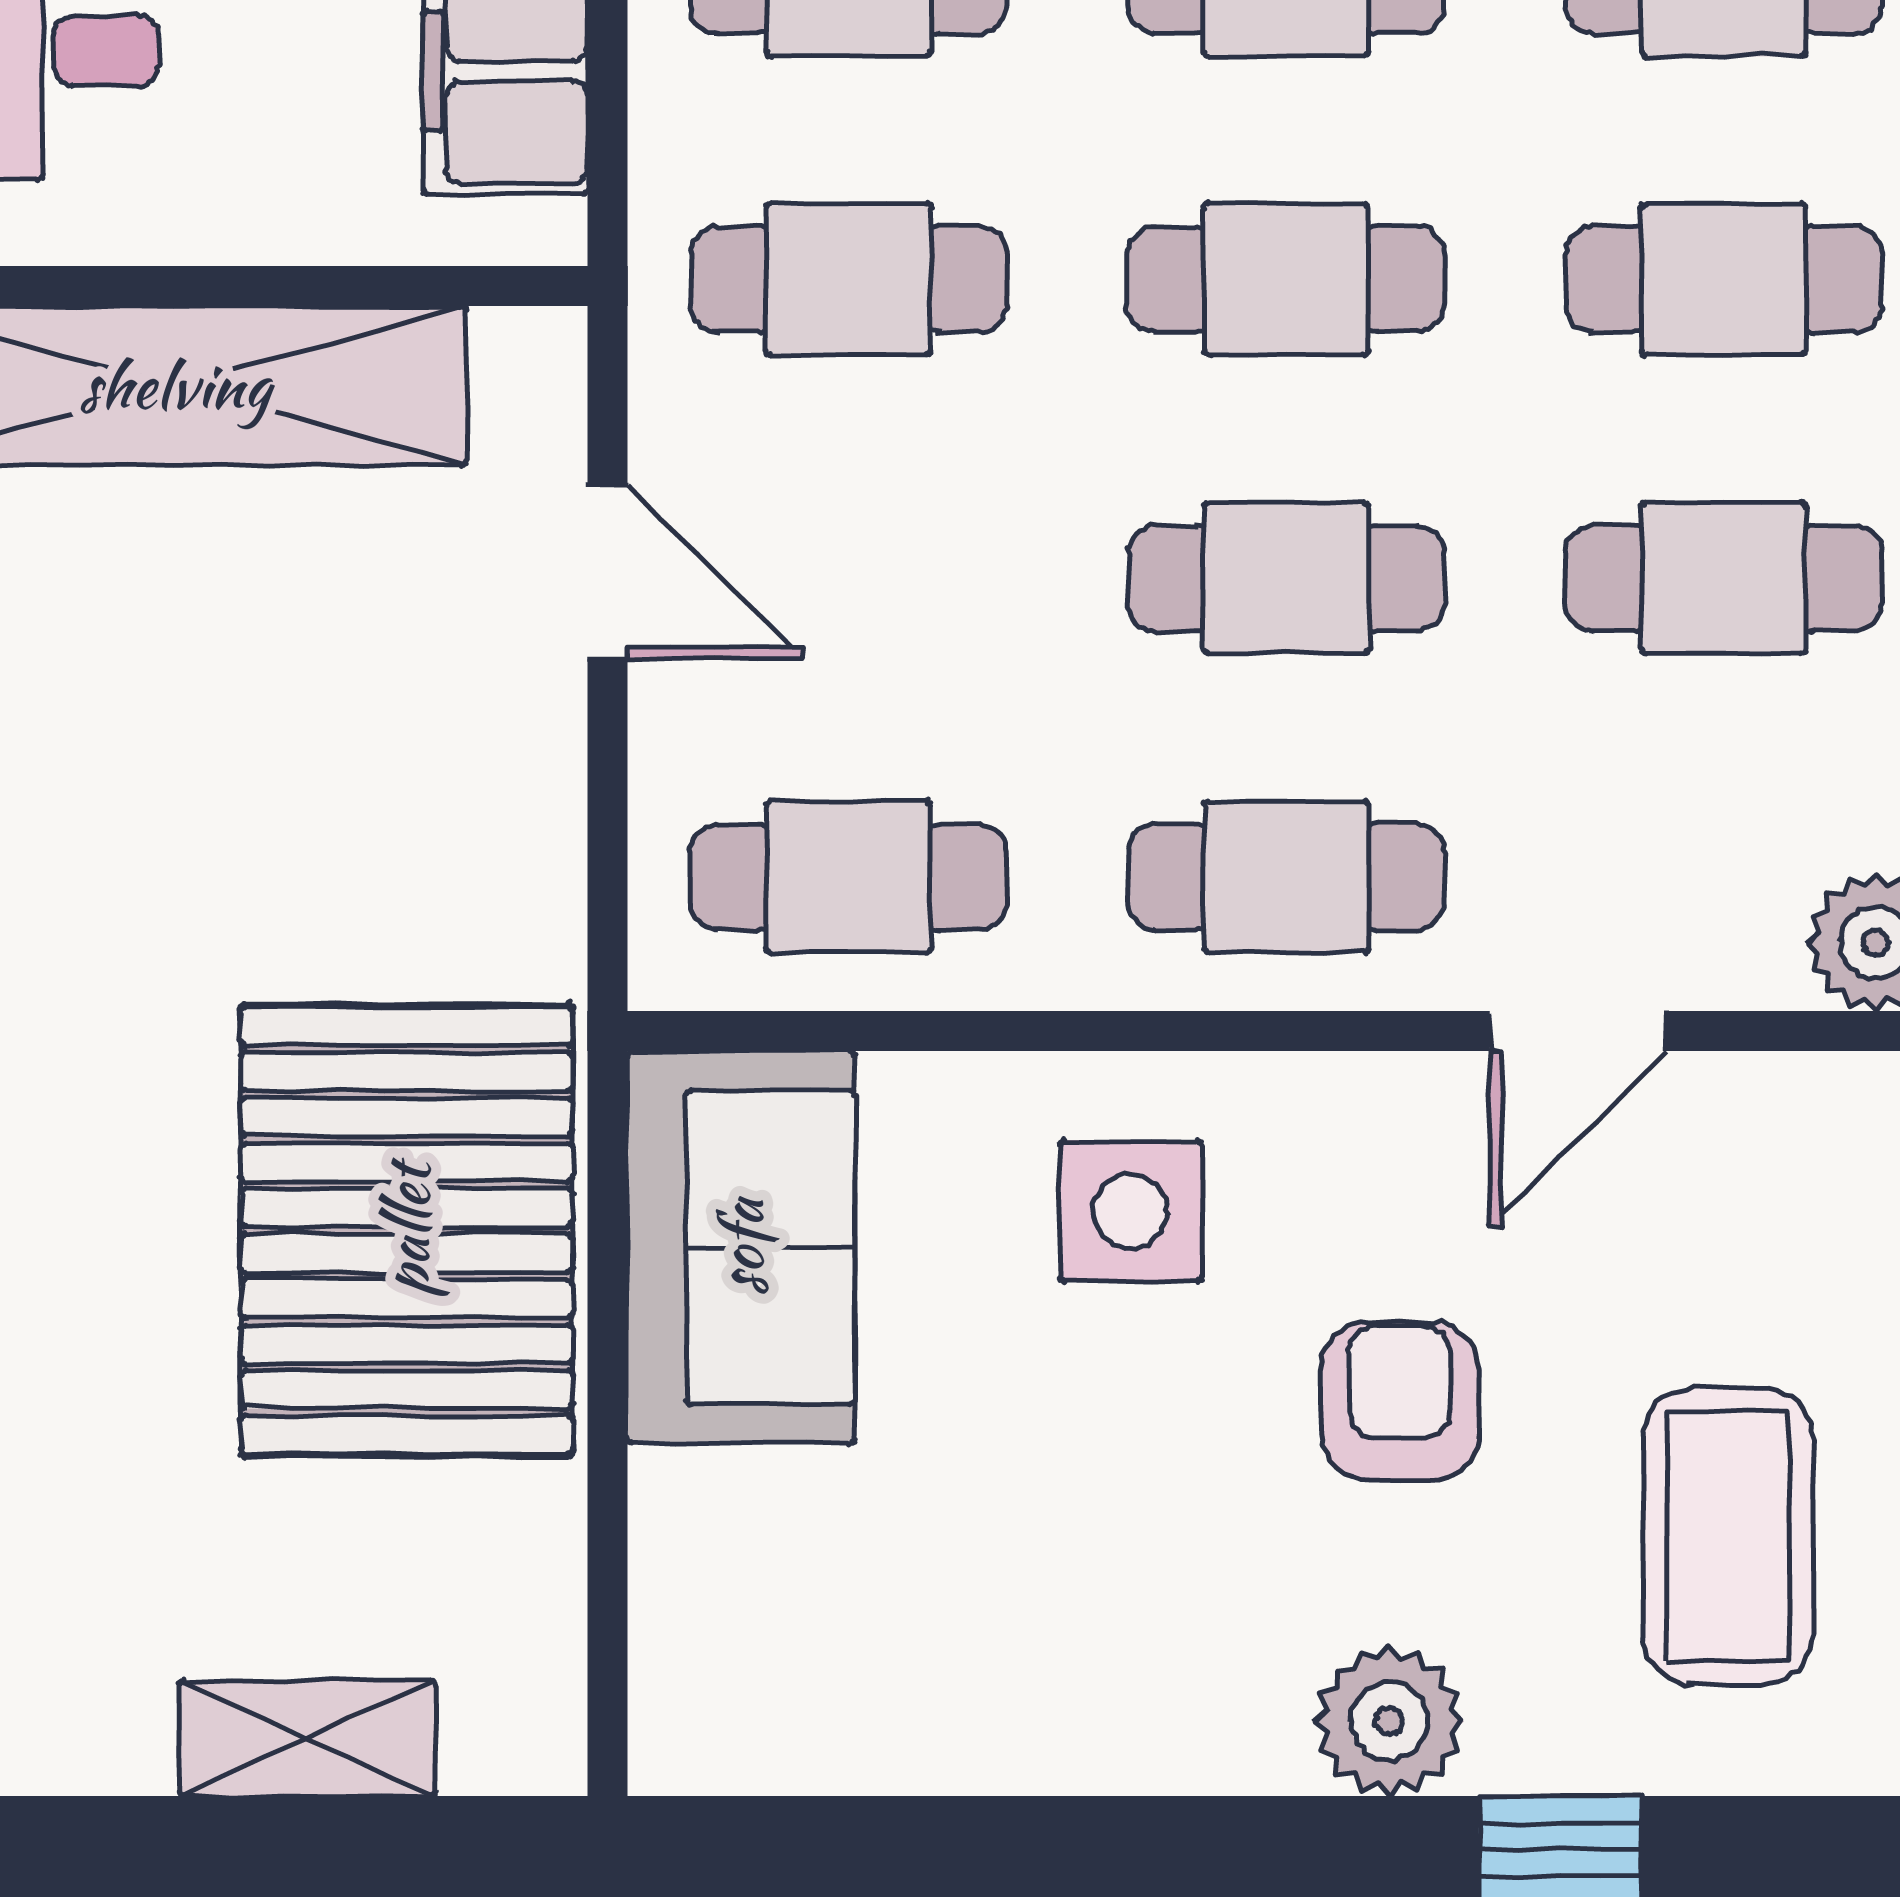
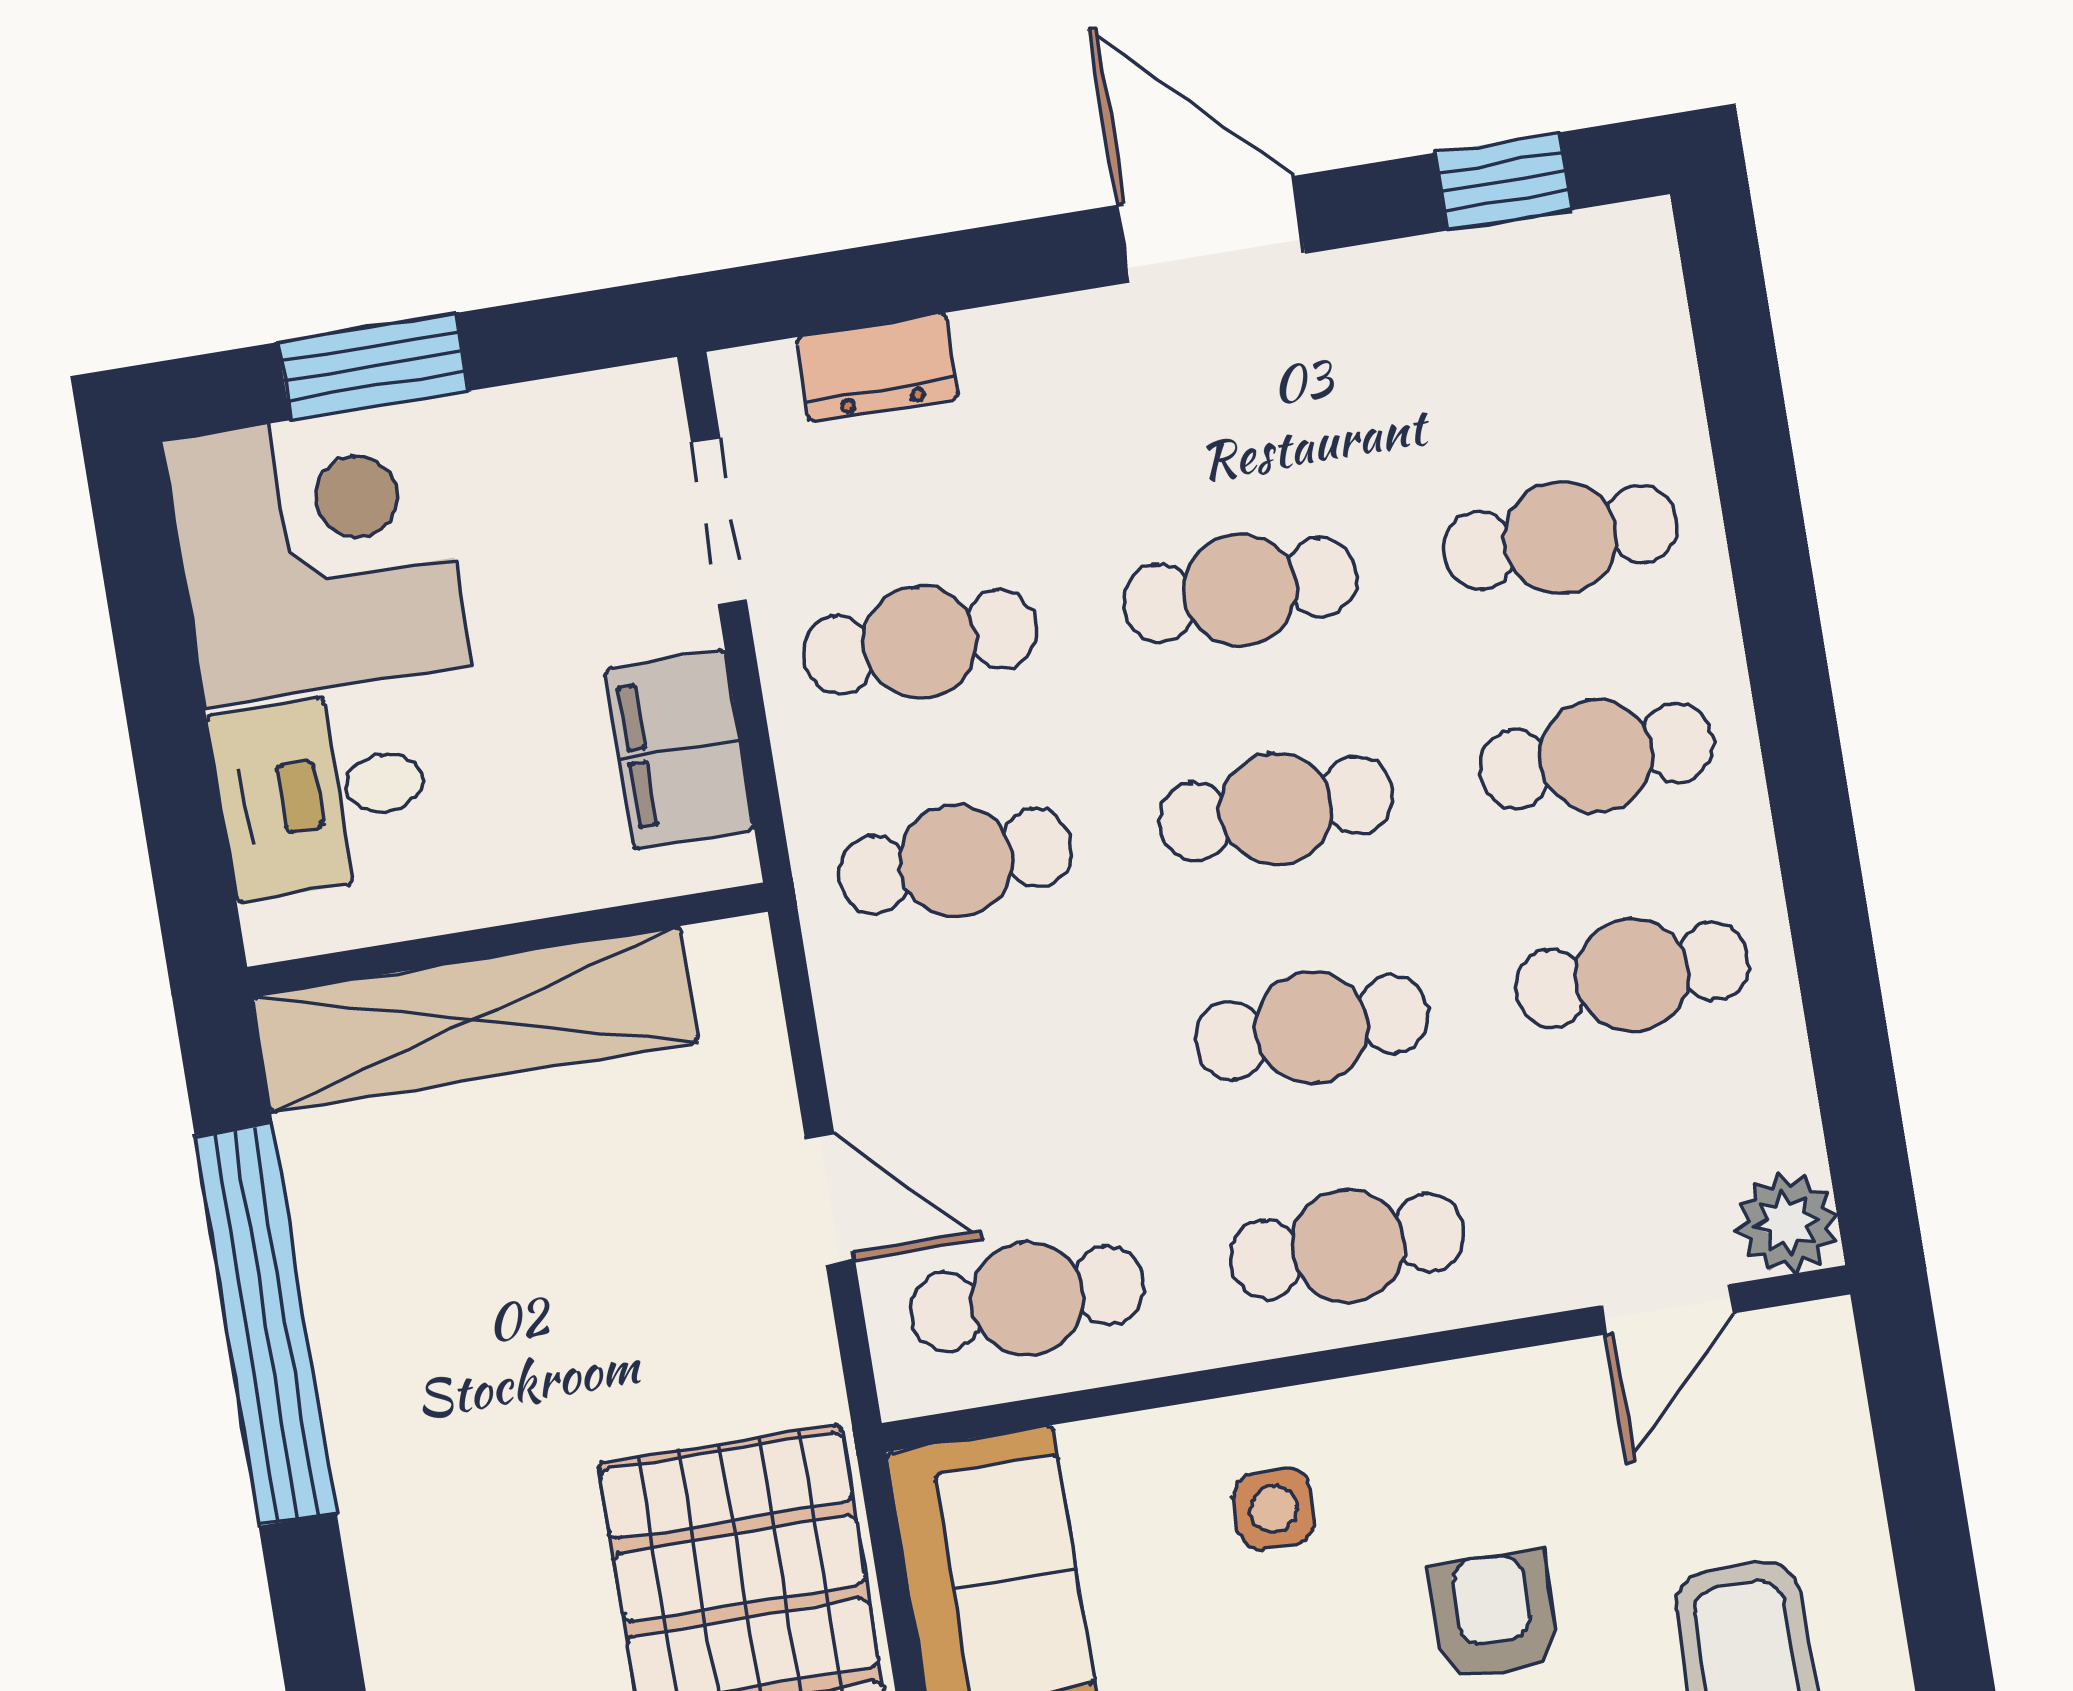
door: (608, 572) -> (830, 1199), moved
door: (1578, 1031) -> (1667, 1309), moved
side table: (1131, 1211) -> (1274, 1509), width x0.73, depth x0.73

